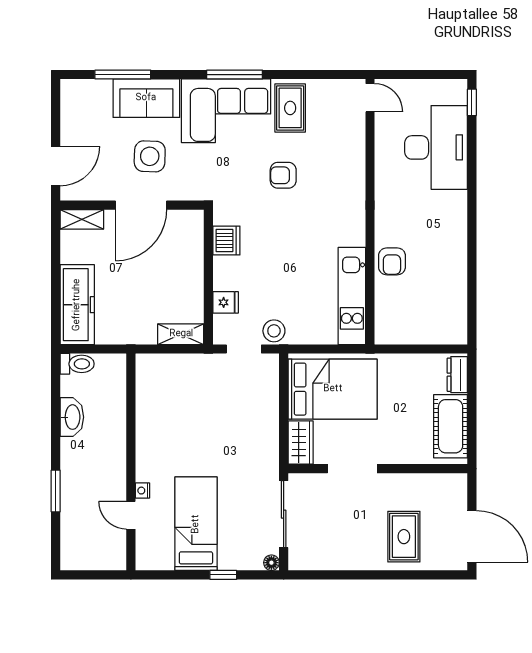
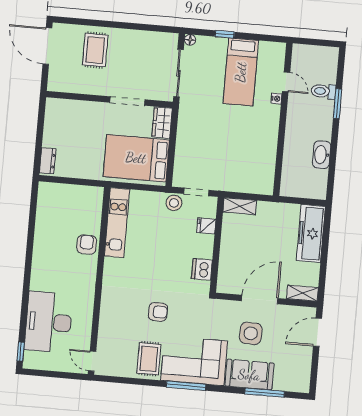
toilet: (77, 364) -> (323, 91), moved
cot: (451, 426) -> (56, 125), removed

